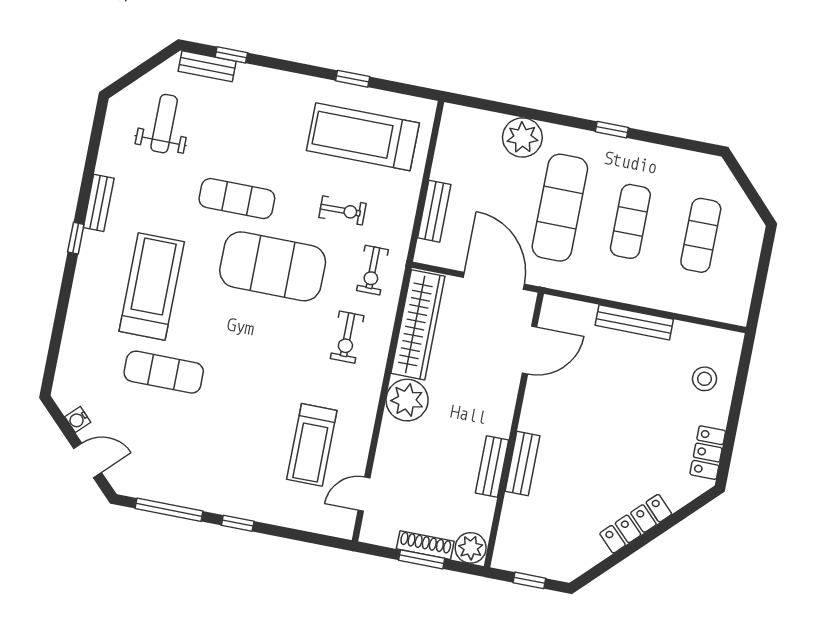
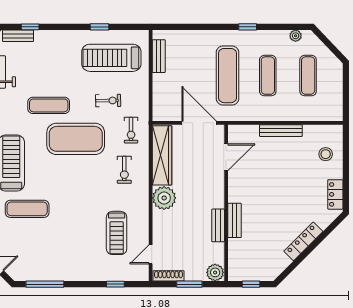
plant: (522, 138) -> (296, 36), moved, width x0.53, depth x0.53
bench: (434, 211) -> (159, 56), moved
window: (238, 523) -> (115, 284), moved
shoe rack: (425, 545) -> (168, 276), moved

